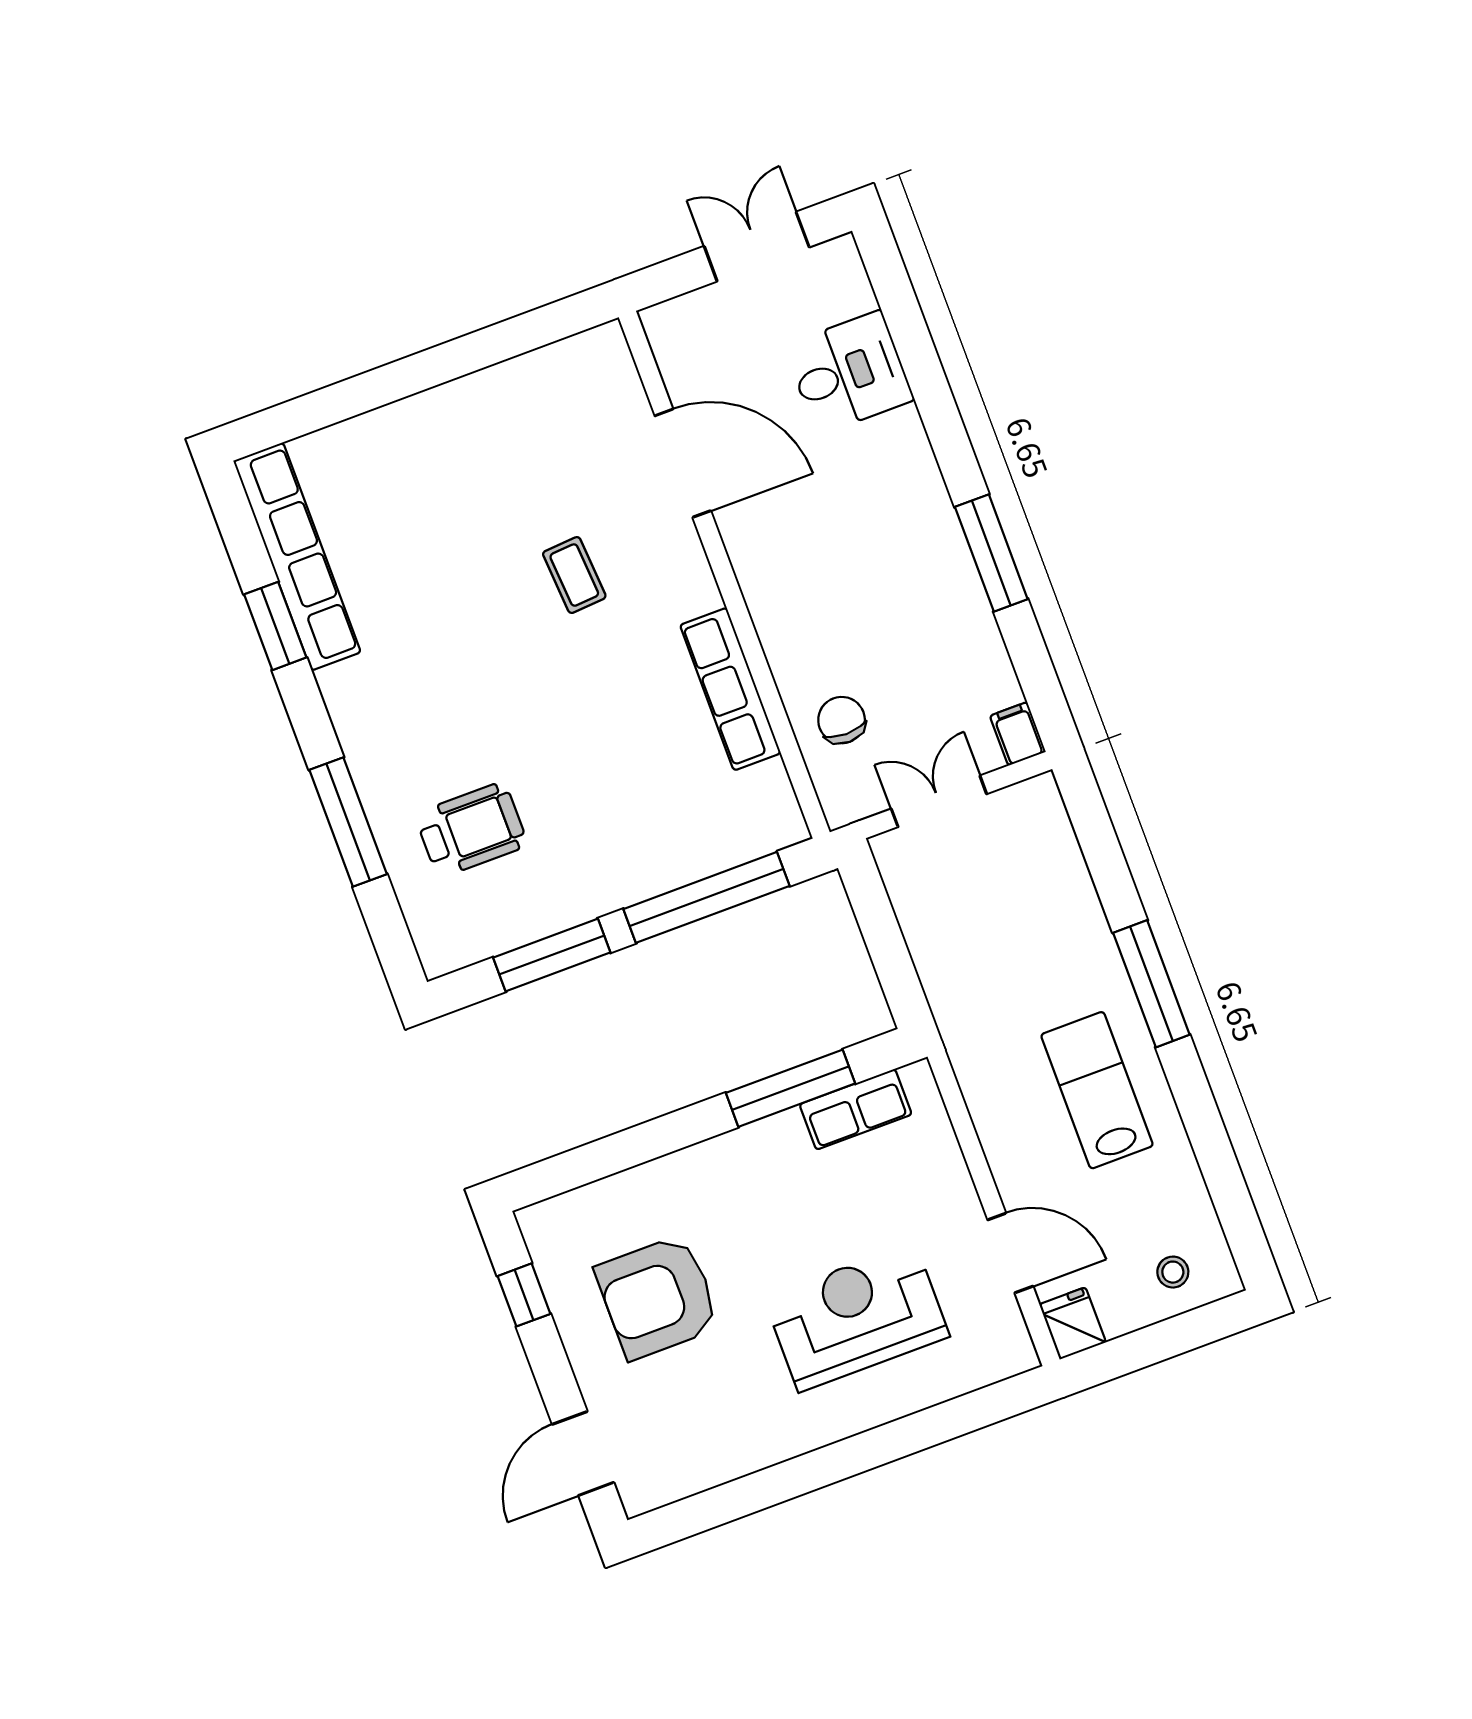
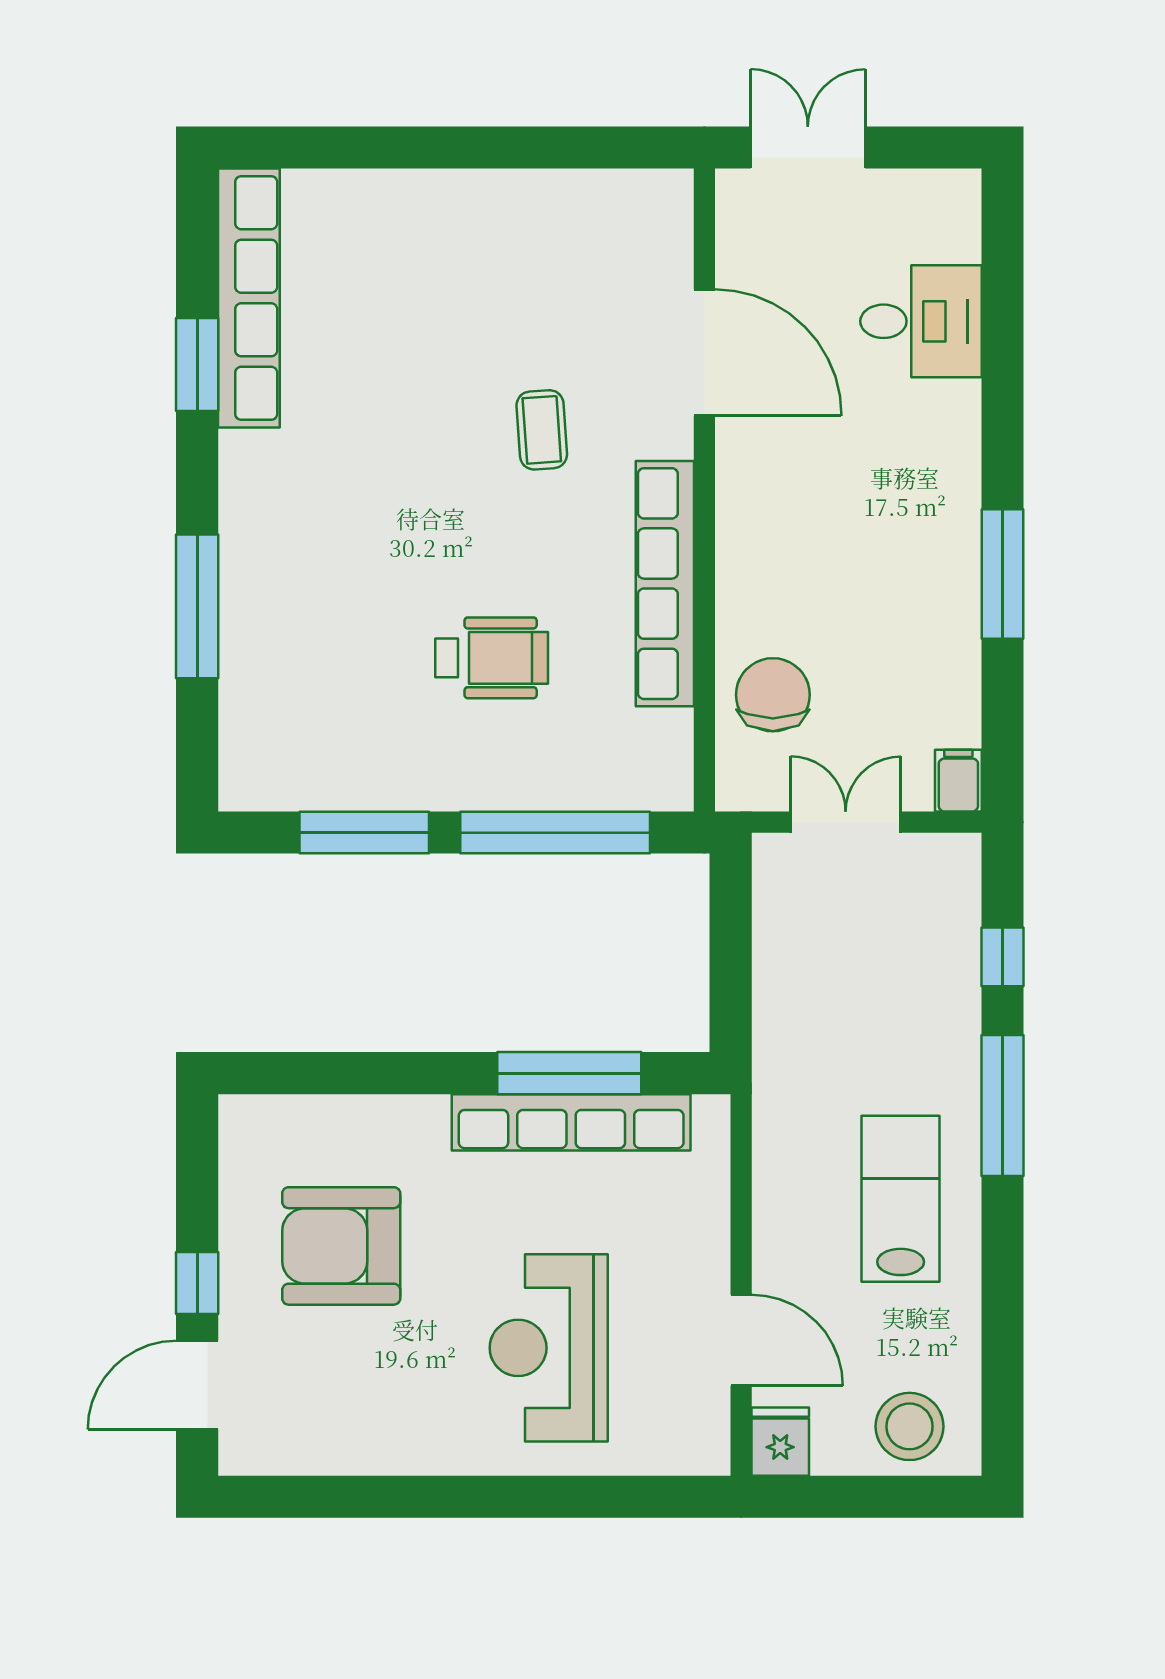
double door: (757, 247) -> (808, 147), moved
row of seats: (730, 689) -> (665, 584), width x1.36
chair: (842, 720) -> (773, 695), width x1.37, depth x1.37
wheelchair: (471, 830) -> (492, 658), moved
window: (1107, 863) -> (1003, 957), added
row of seats: (856, 1109) -> (571, 1122), width x2.02
stool: (1173, 1272) -> (909, 1426), width x1.89, depth x1.89
window: (524, 1295) -> (197, 1283), moved
reception desk: (857, 1317) -> (549, 1348), turned -90

